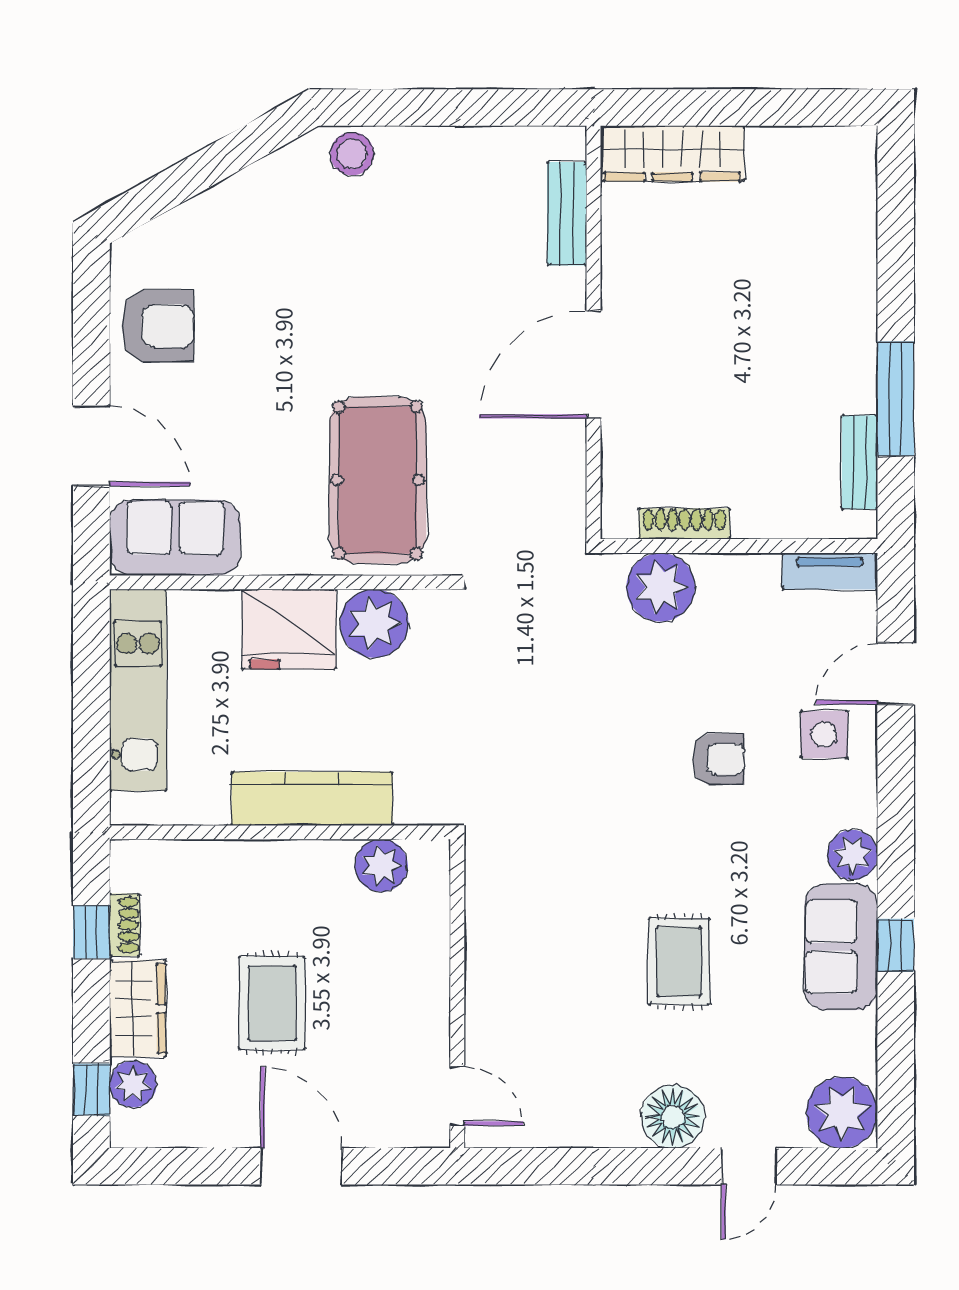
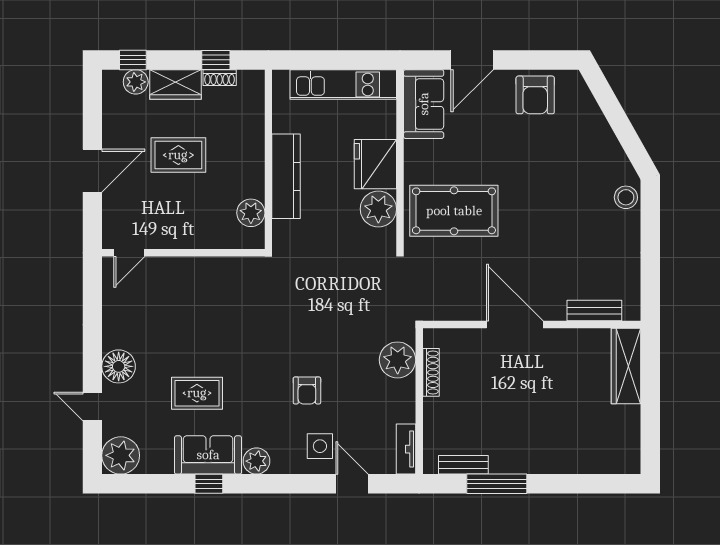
rug: (679, 962) -> (197, 393), moved

